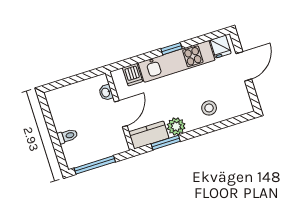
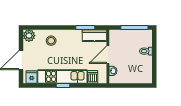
plant: (176, 126) -> (29, 36), moved

